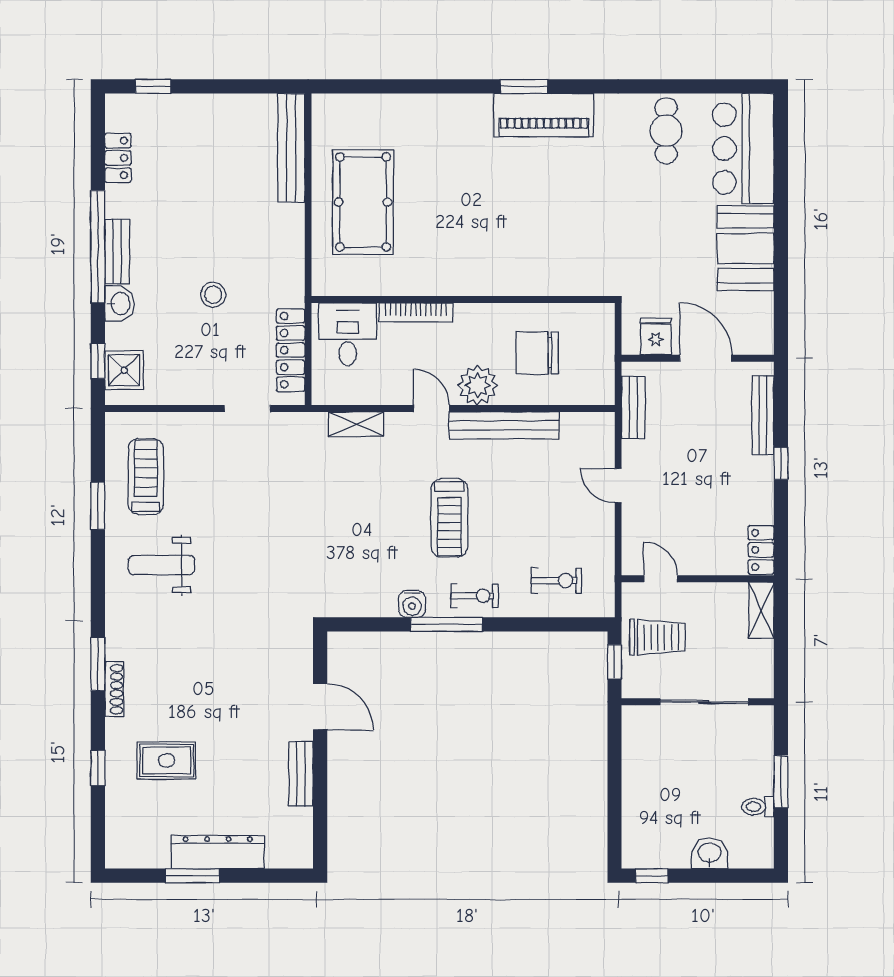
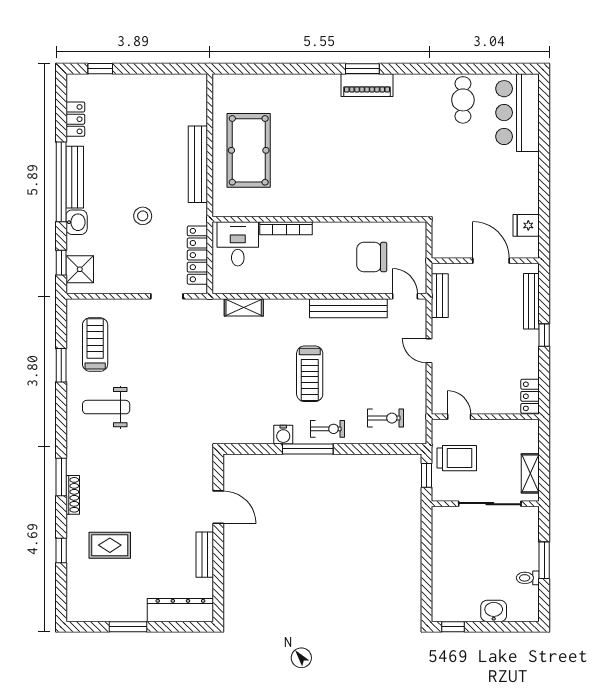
piano: (544, 115) -> (367, 85), width x0.73, depth x0.75
bench: (291, 148) -> (198, 164), moved
booth: (746, 248) -> (519, 183), removed
bench: (117, 252) -> (75, 177), width x1.36
fridge: (656, 336) -> (526, 225), moved, turned -90
plant: (478, 385) -> (330, 280), removed
door: (431, 408) -> (405, 296), moved
shelving: (761, 610) -> (530, 473), moved
dresser: (218, 852) -> (180, 610), moved

